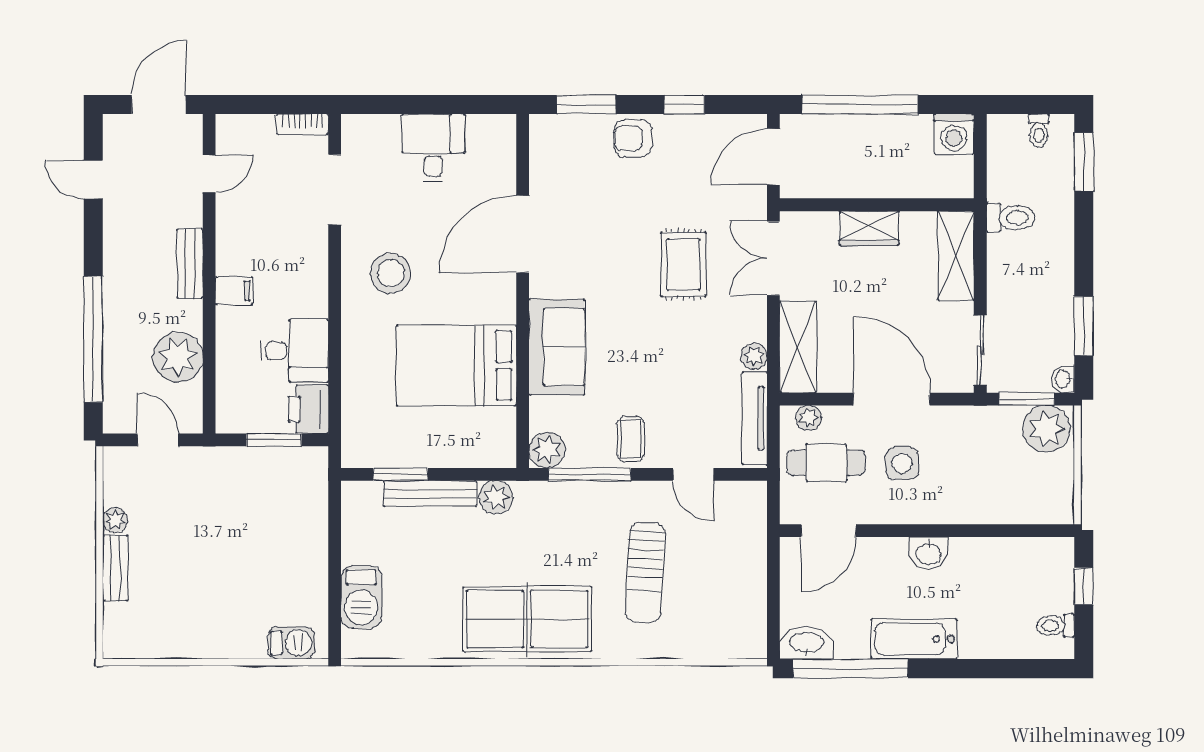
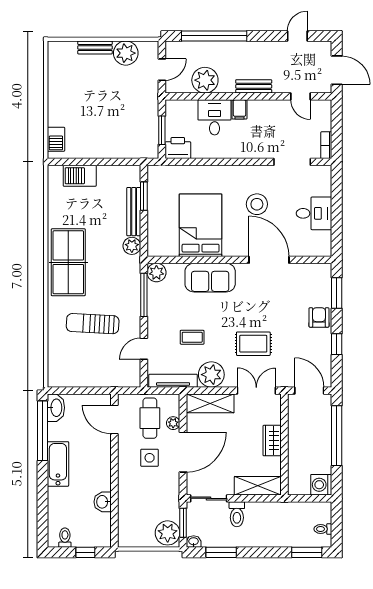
toilet: (1011, 218) -> (237, 514), moved
stool: (391, 273) -> (257, 204), moved
desk: (294, 351) -> (215, 117), moved, turned 180
plant: (754, 356) -> (211, 375), width x1.87, depth x1.87
plant: (808, 418) -> (173, 423), moved
coffee table: (631, 439) -> (192, 337), moved
plant: (115, 520) -> (126, 53), width x1.88, depth x1.88
washbasin: (928, 553) -> (103, 502), moved

